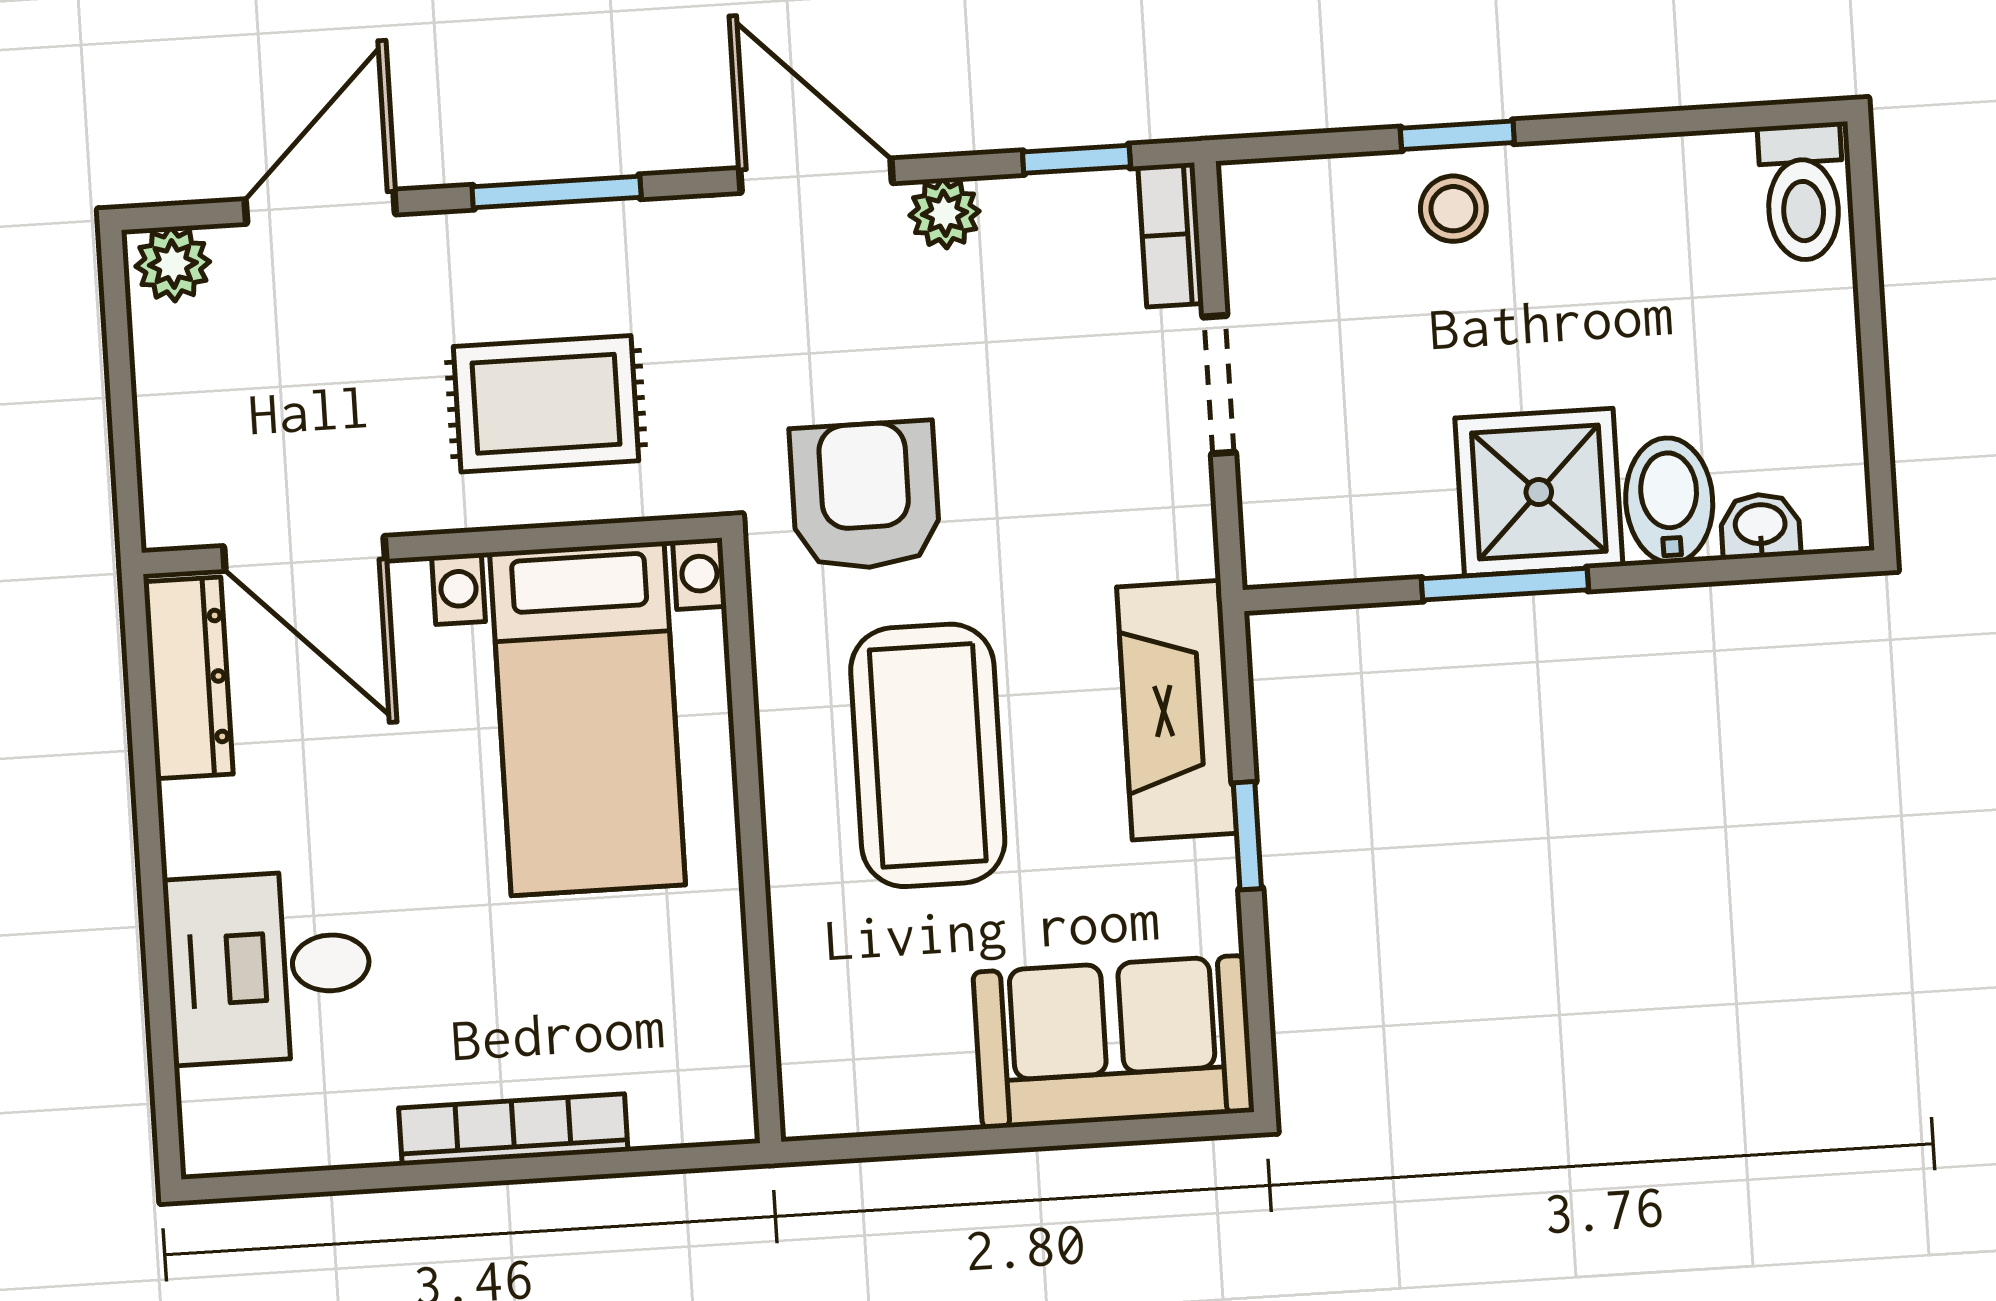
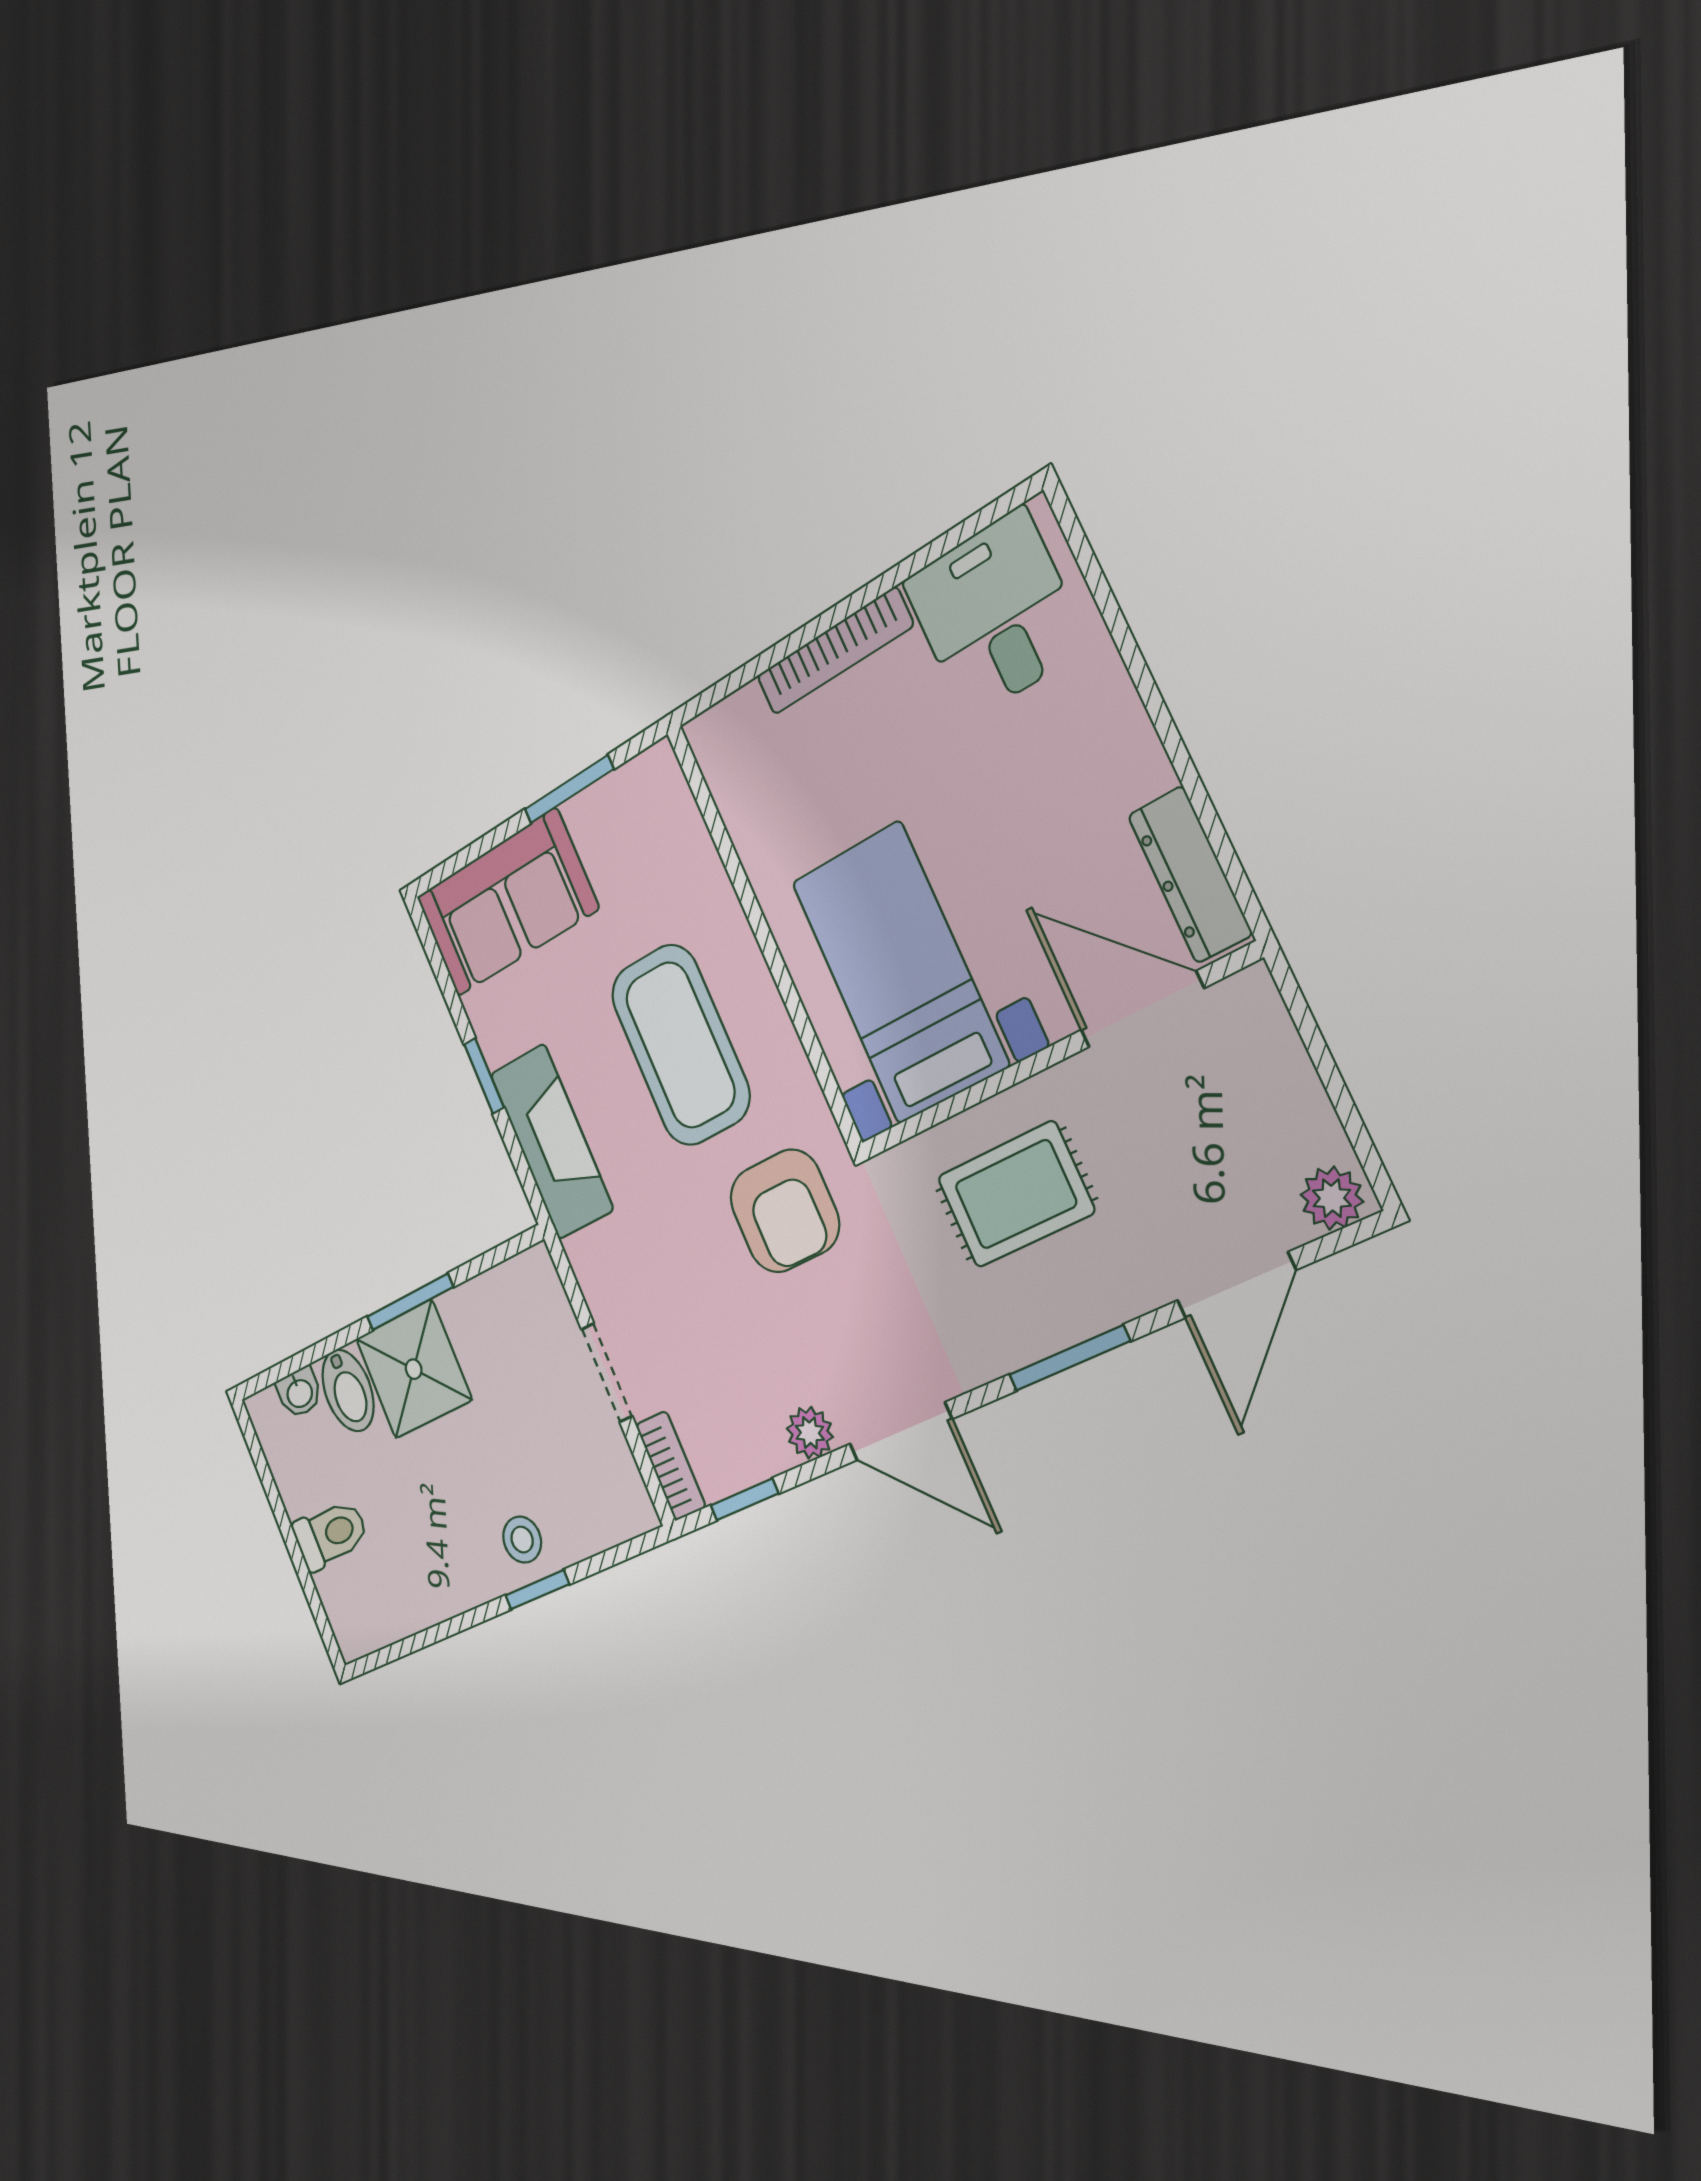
toilet: (1802, 192) -> (330, 1535), moved, turned 90
desk: (268, 967) -> (995, 614), moved, turned -90
window: (955, 1141) -> (569, 789), added

